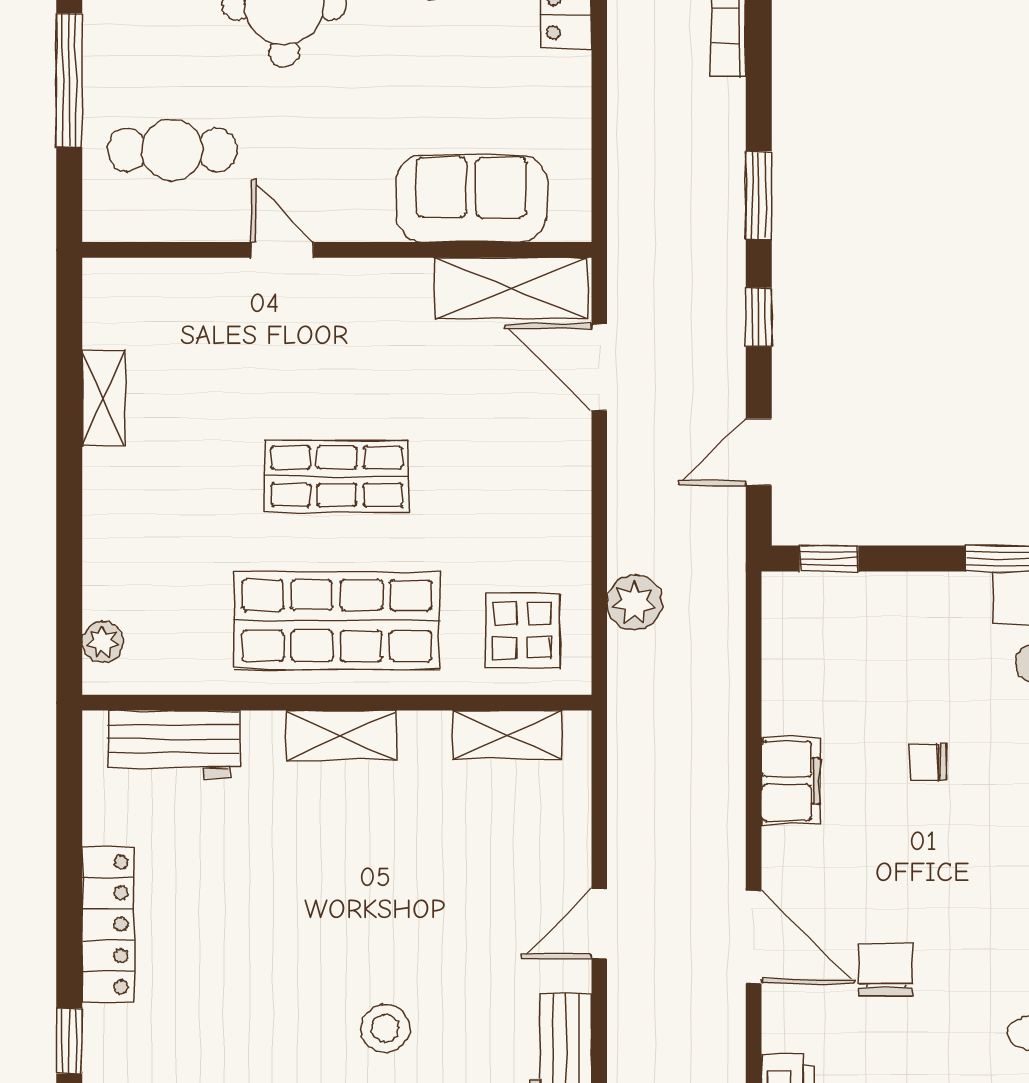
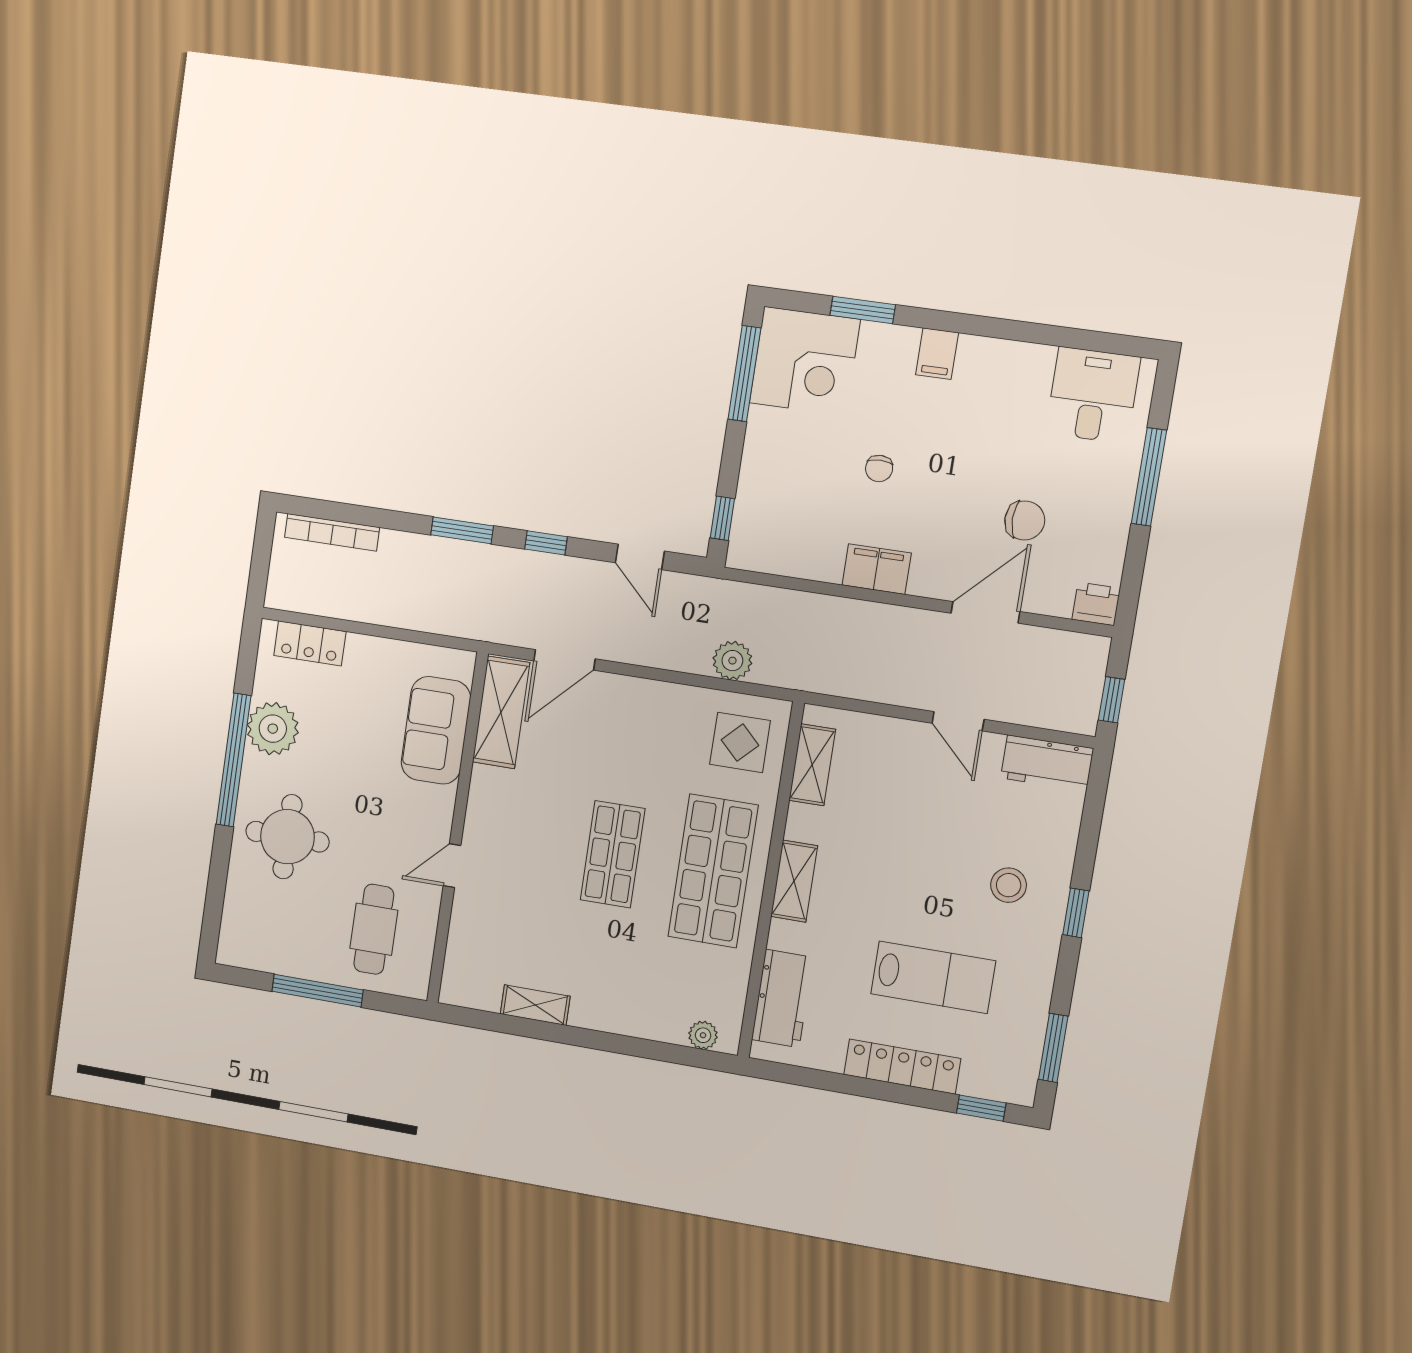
lab bench: (240, 947) -> (933, 977), added
chair: (886, 970) -> (1025, 520), turned 180

